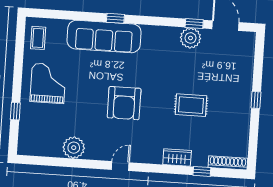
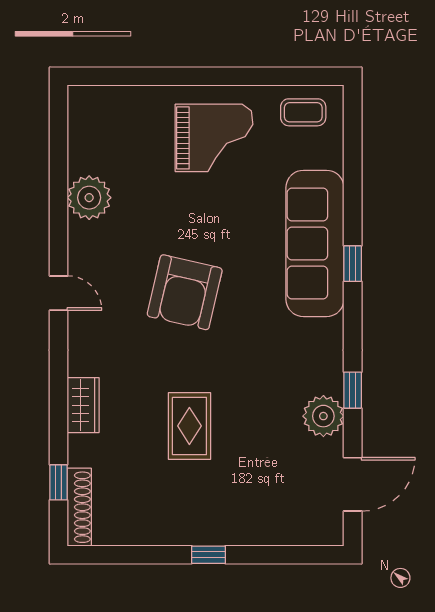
window: (194, 24) -> (353, 390), moved
armchair: (124, 103) -> (185, 292), turned -77
window: (15, 111) -> (154, 76), removed
window: (202, 171) -> (59, 482), moved

